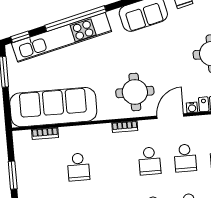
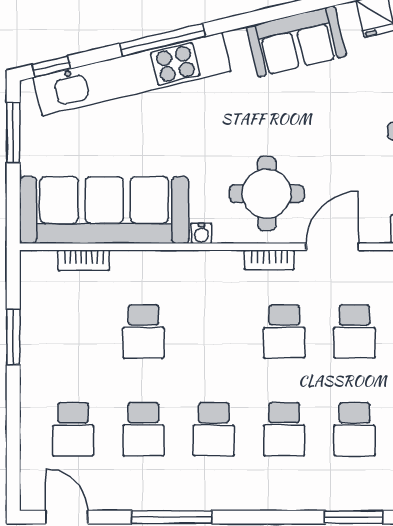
window: (76, 19) -> (162, 40), width x0.68
water cooler: (192, 107) -> (201, 233), moved
bookcase: (125, 127) -> (269, 260), moved

